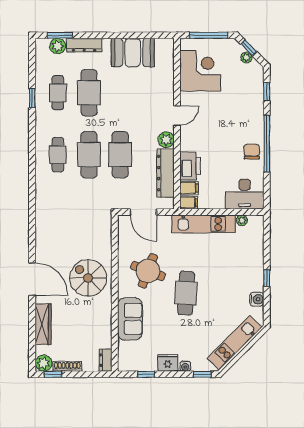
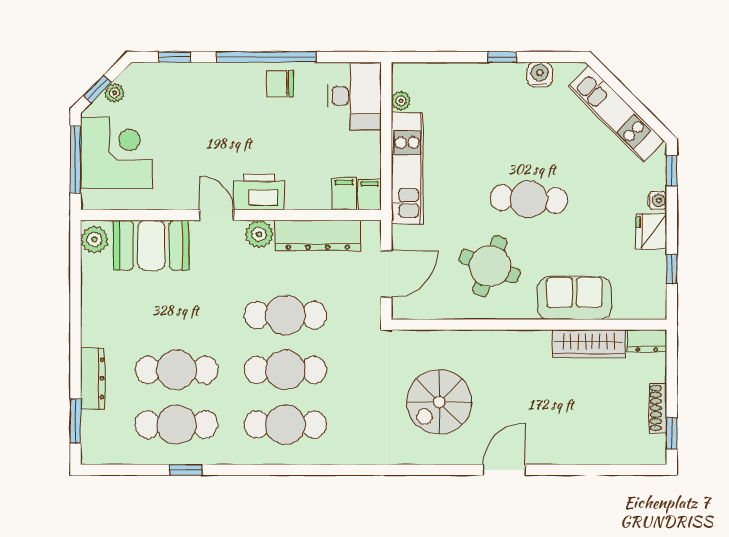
plant: (58, 46) -> (94, 240), moved
booth: (133, 53) -> (151, 245), moved, turned 90
corner desk: (200, 71) -> (116, 153), moved, turned 90
cafe table: (58, 93) -> (176, 425), width x1.37, depth x1.35
cafe table: (58, 155) -> (285, 425), width x1.37, depth x1.35
printer: (190, 166) -> (259, 192), moved
spiral stairs: (88, 278) -> (439, 402), moved
door: (32, 279) -> (504, 470), width x0.73
wardrobe: (43, 324) -> (589, 344), moved, turned 180
plant: (44, 363) -> (652, 450), removed

